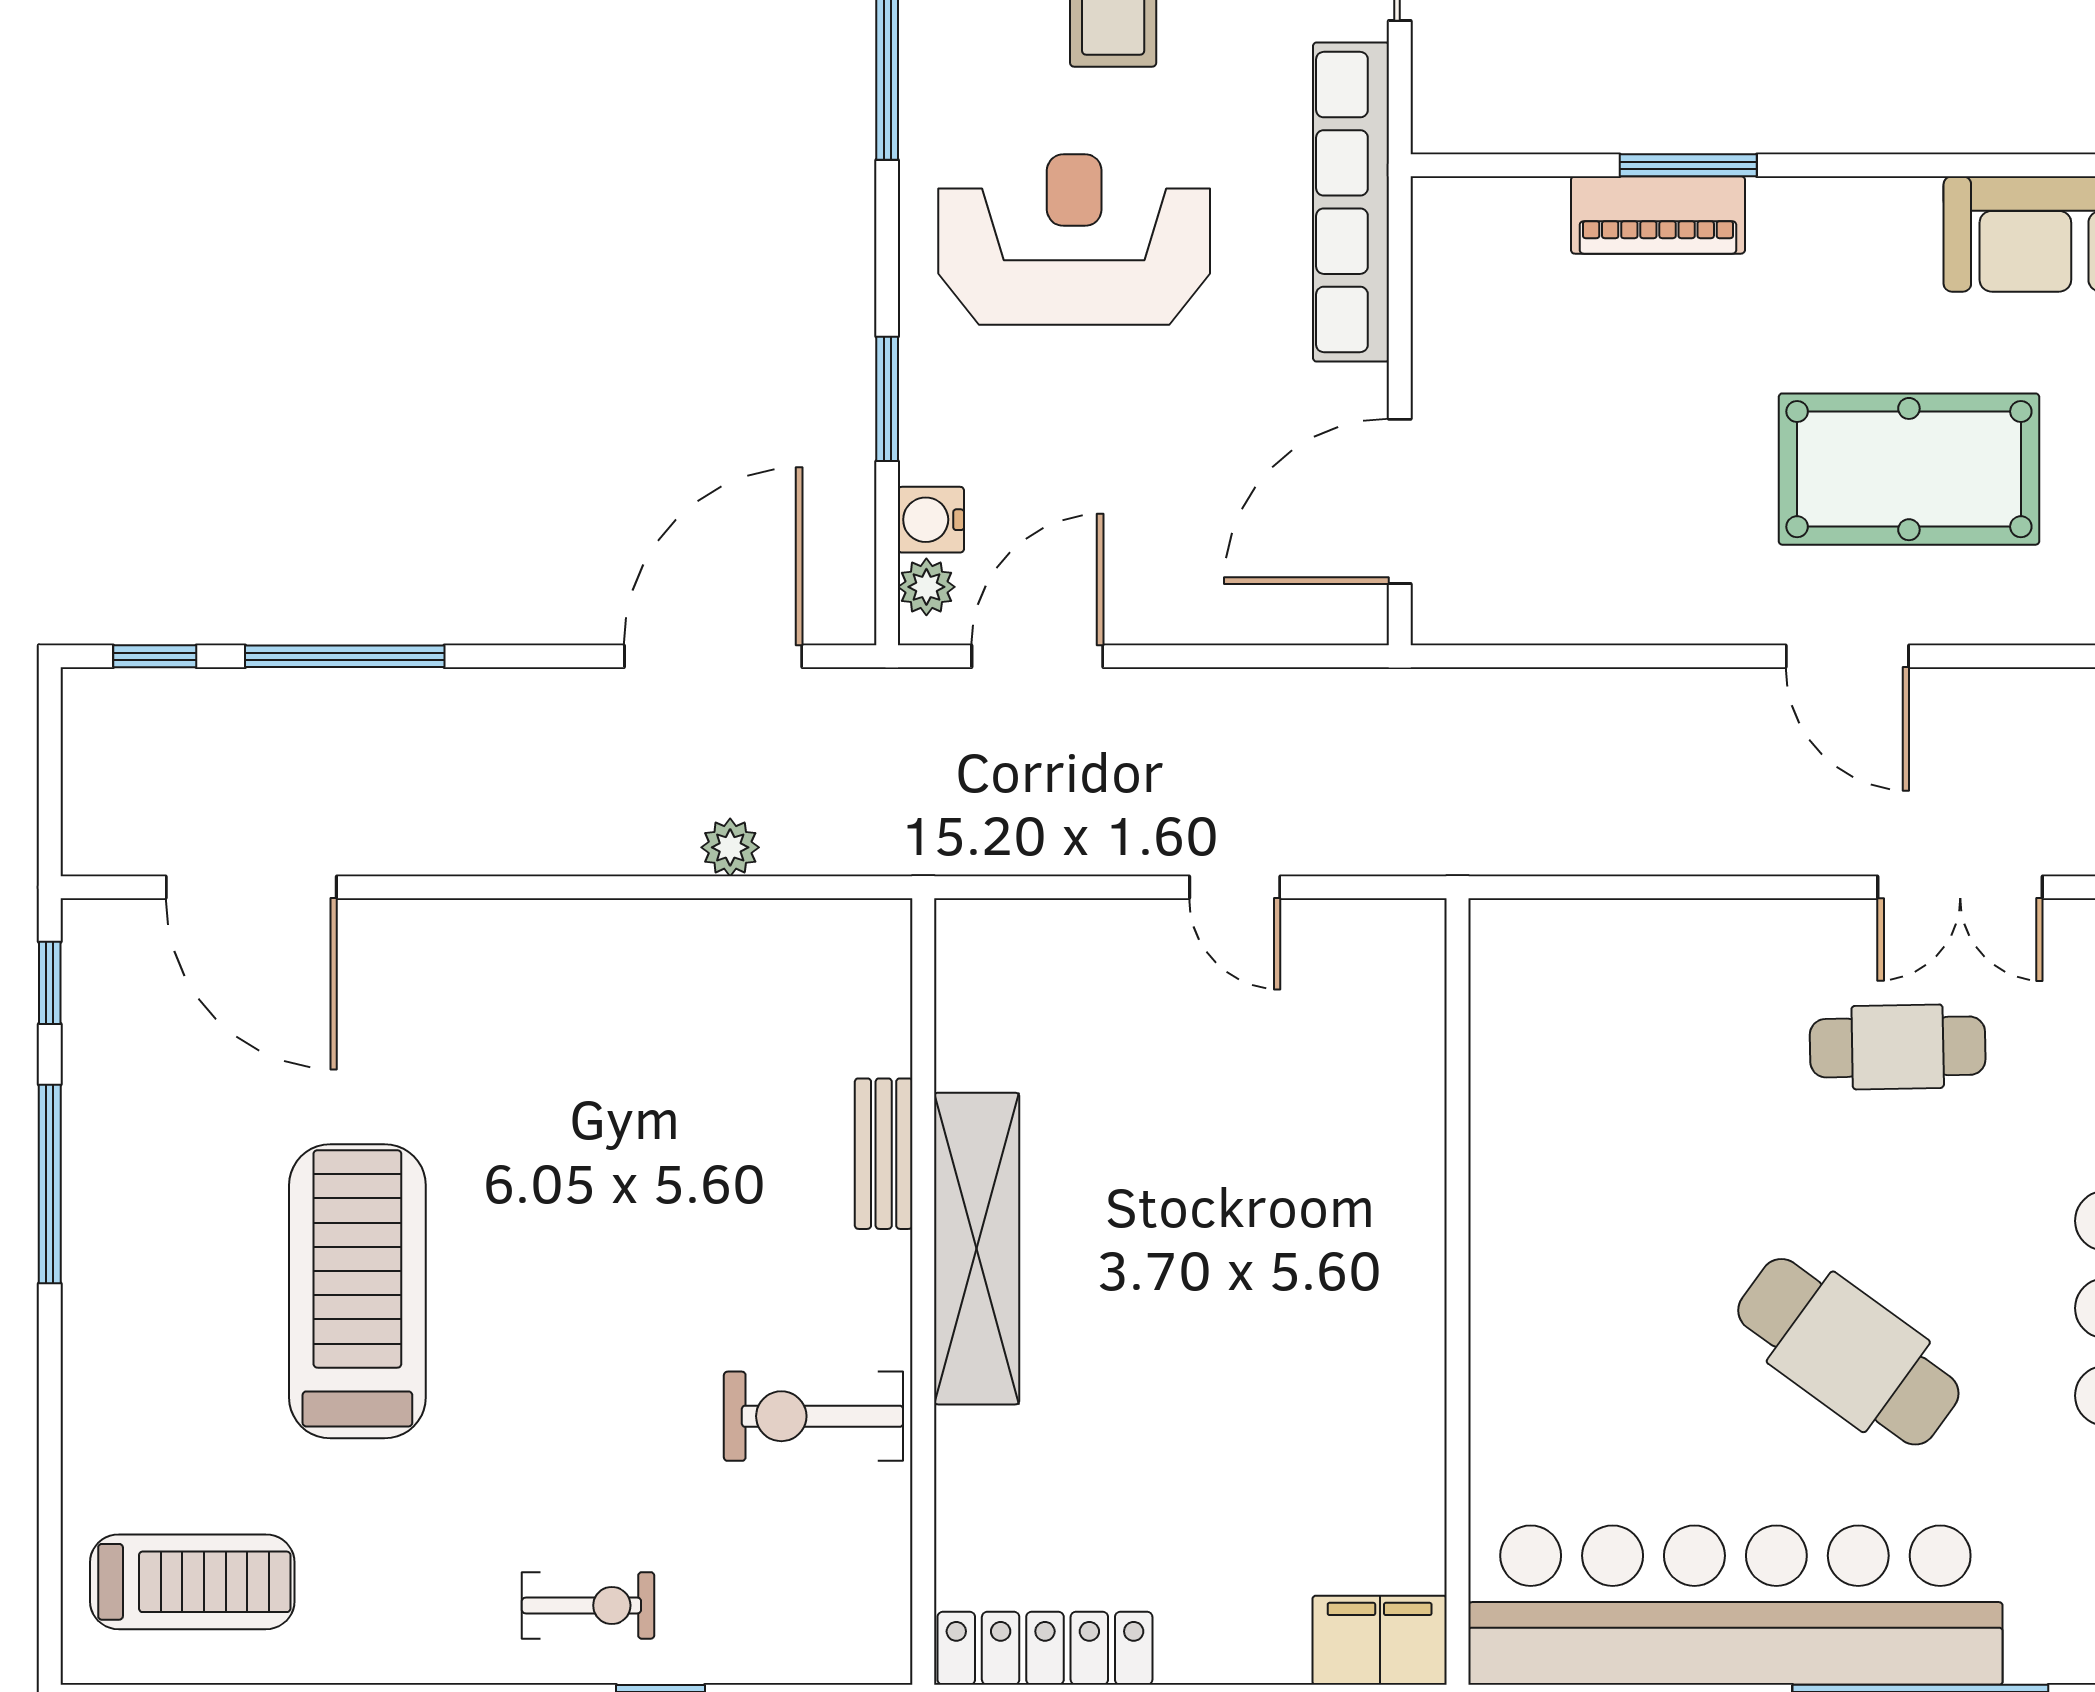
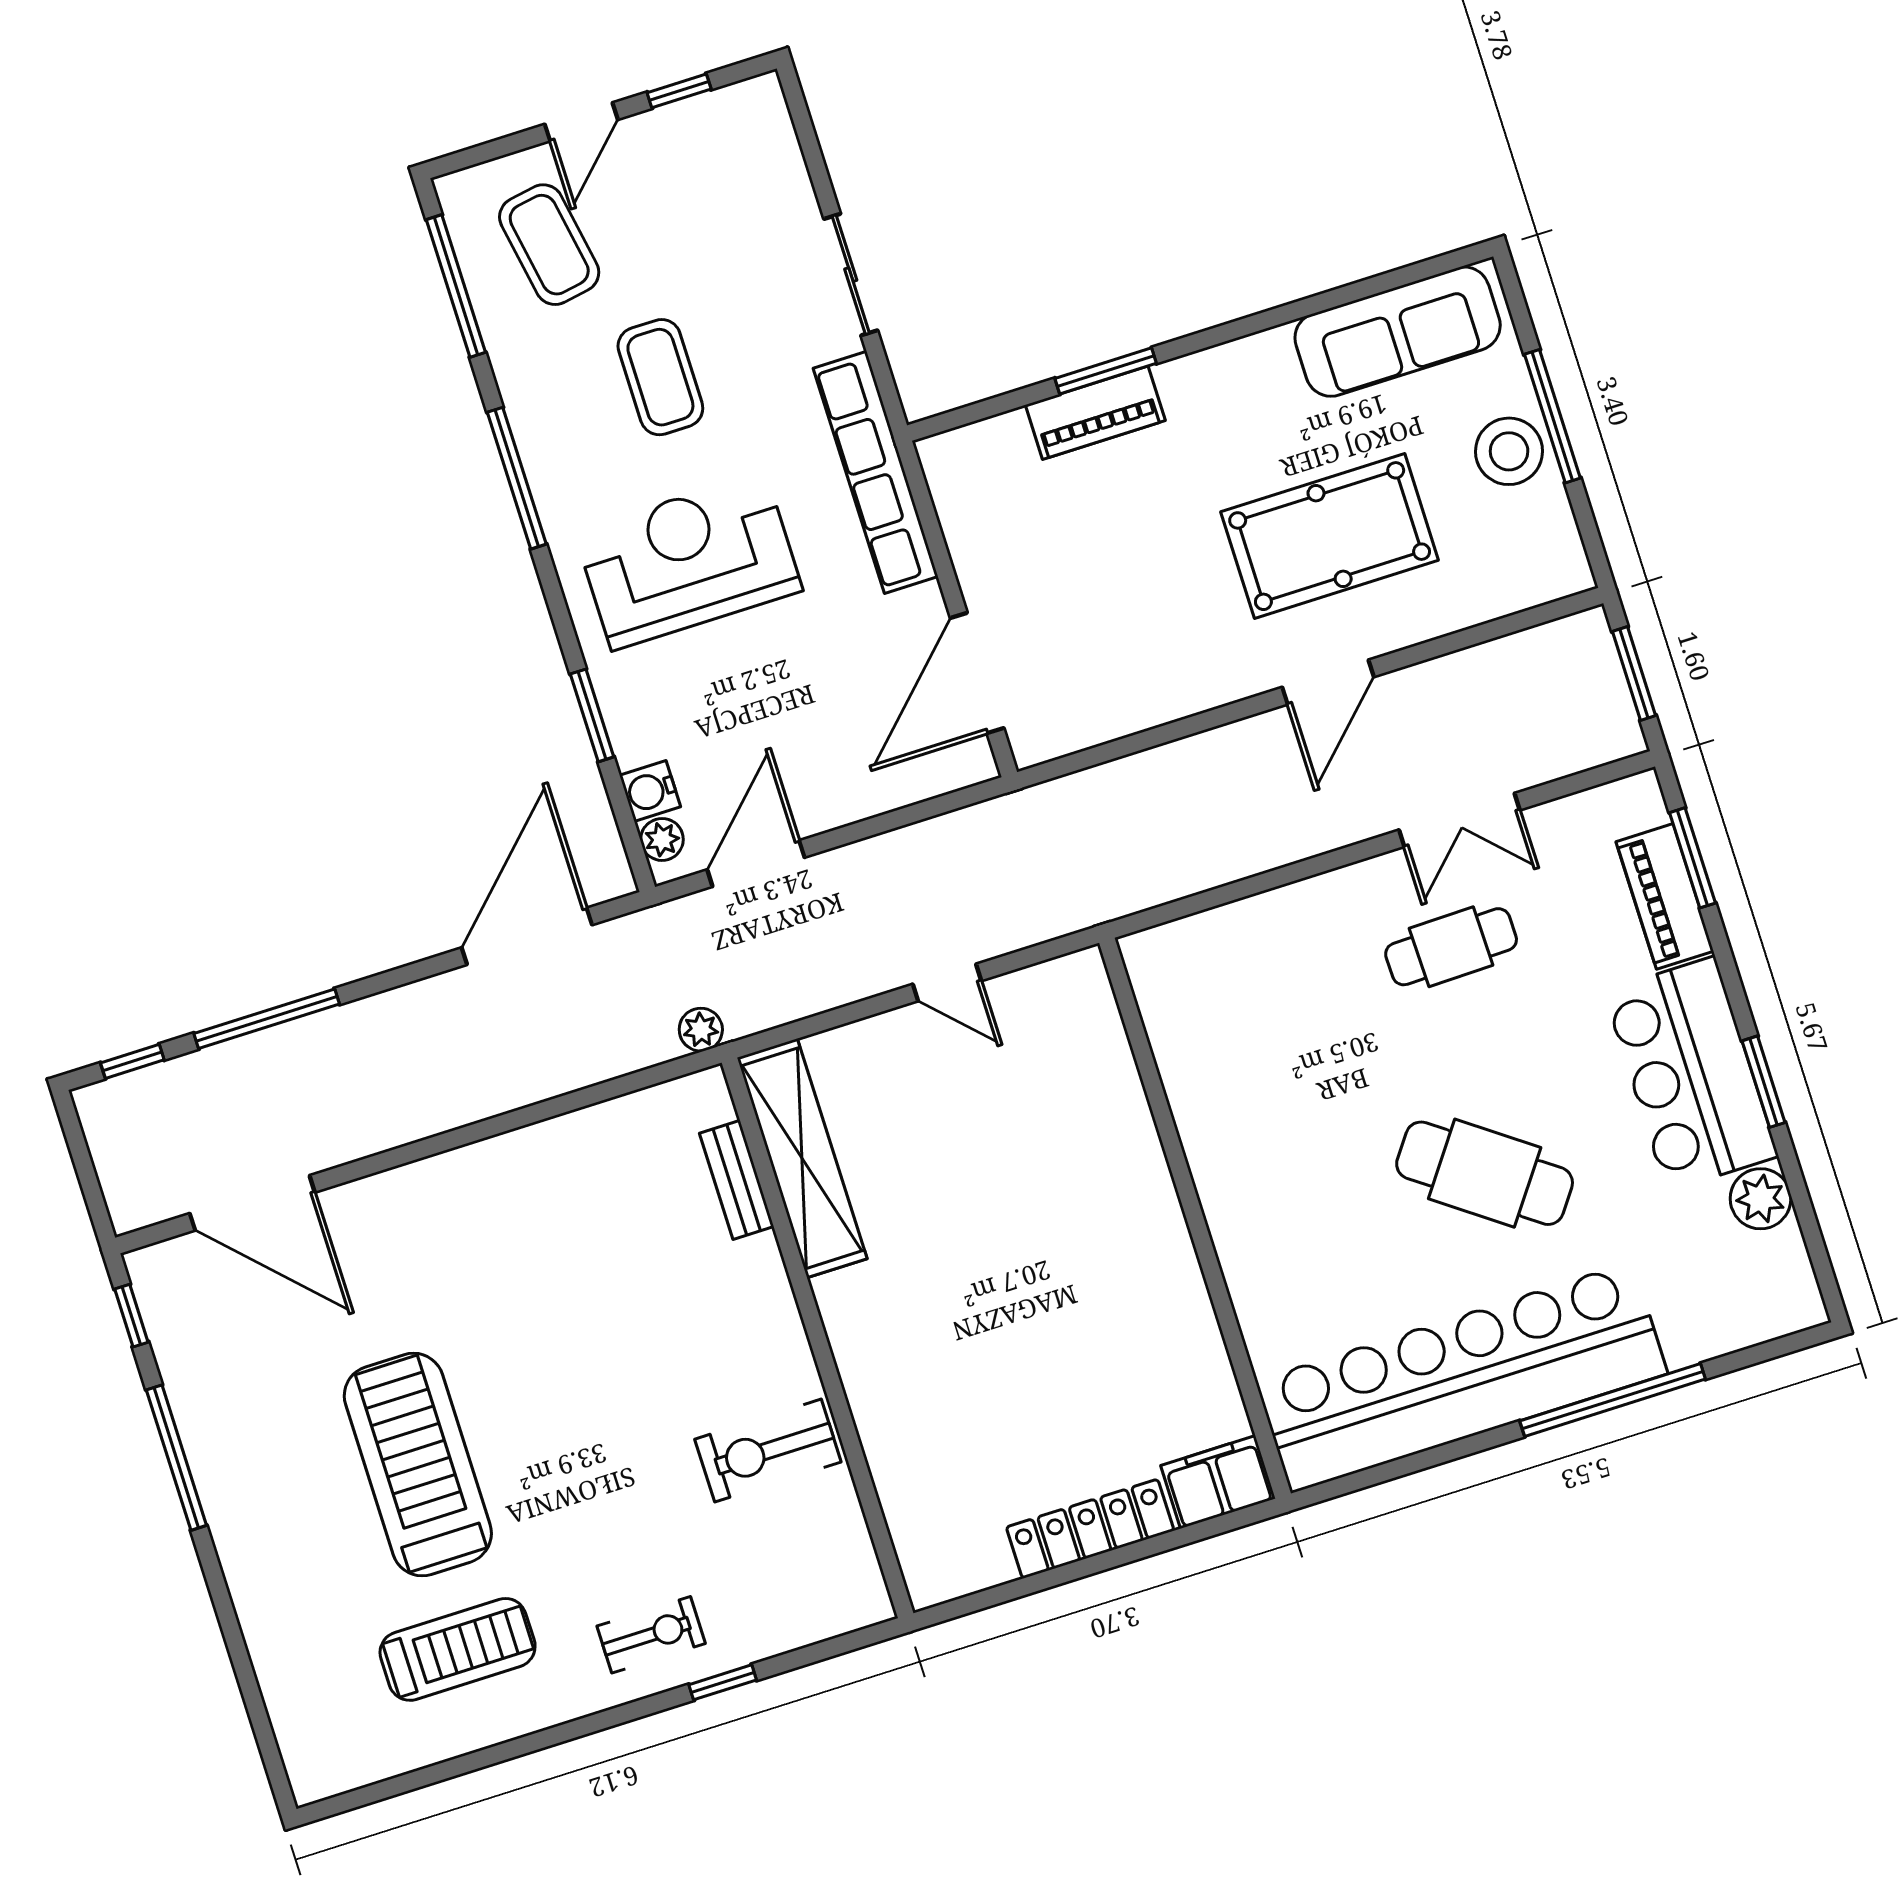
door: (1847, 656) -> (1328, 682), hinge flipped
plant: (730, 847) -> (701, 1030), moved
bench: (884, 1154) -> (737, 1180), moved
shelving: (977, 1249) -> (802, 1158), moved
treadmill: (192, 1582) -> (458, 1649), moved
locker: (1045, 1648) -> (1090, 1529), moved

